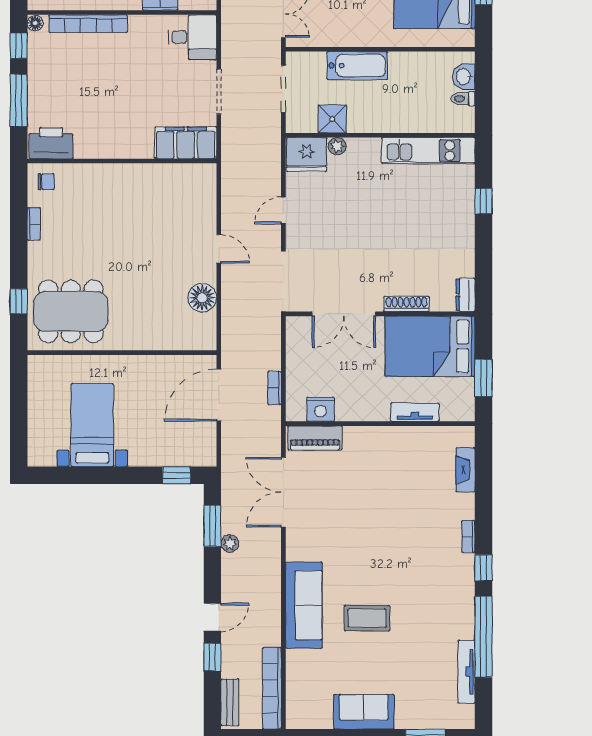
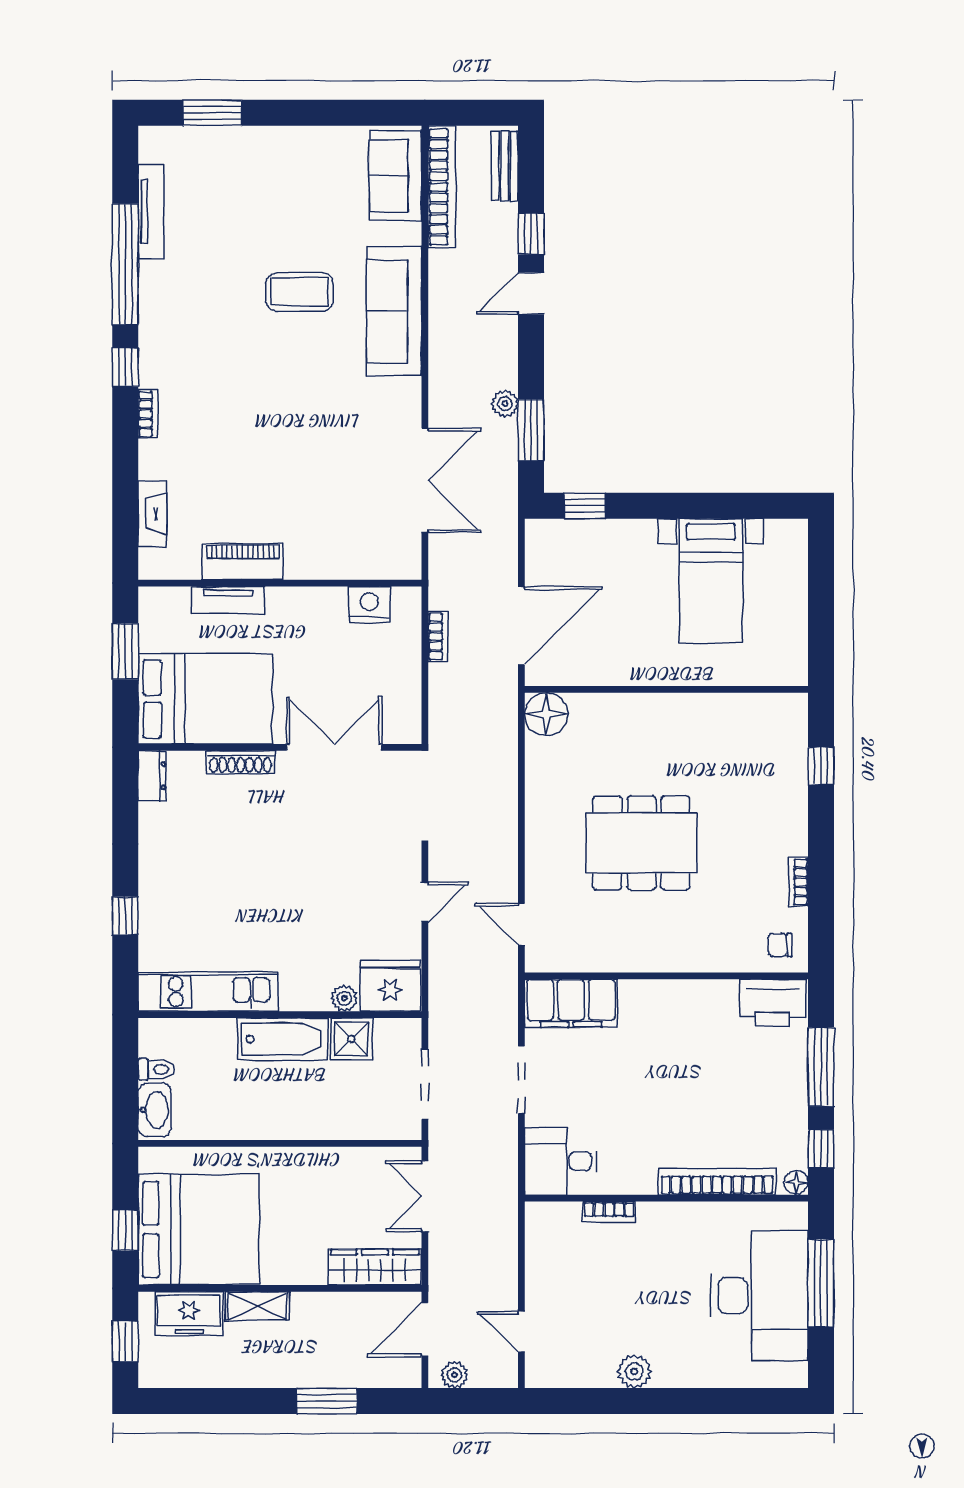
bathtub: (358, 66) -> (283, 1039), moved, turned 180
washbasin: (464, 77) -> (155, 1110), width x1.38
door: (219, 249) -> (521, 925), moved
floor lamp: (202, 298) -> (546, 714), moved
dining table: (71, 311) -> (642, 843), moved
piano: (315, 438) -> (243, 562), moved
sofa: (364, 712) -> (395, 176), moved, turned 90

